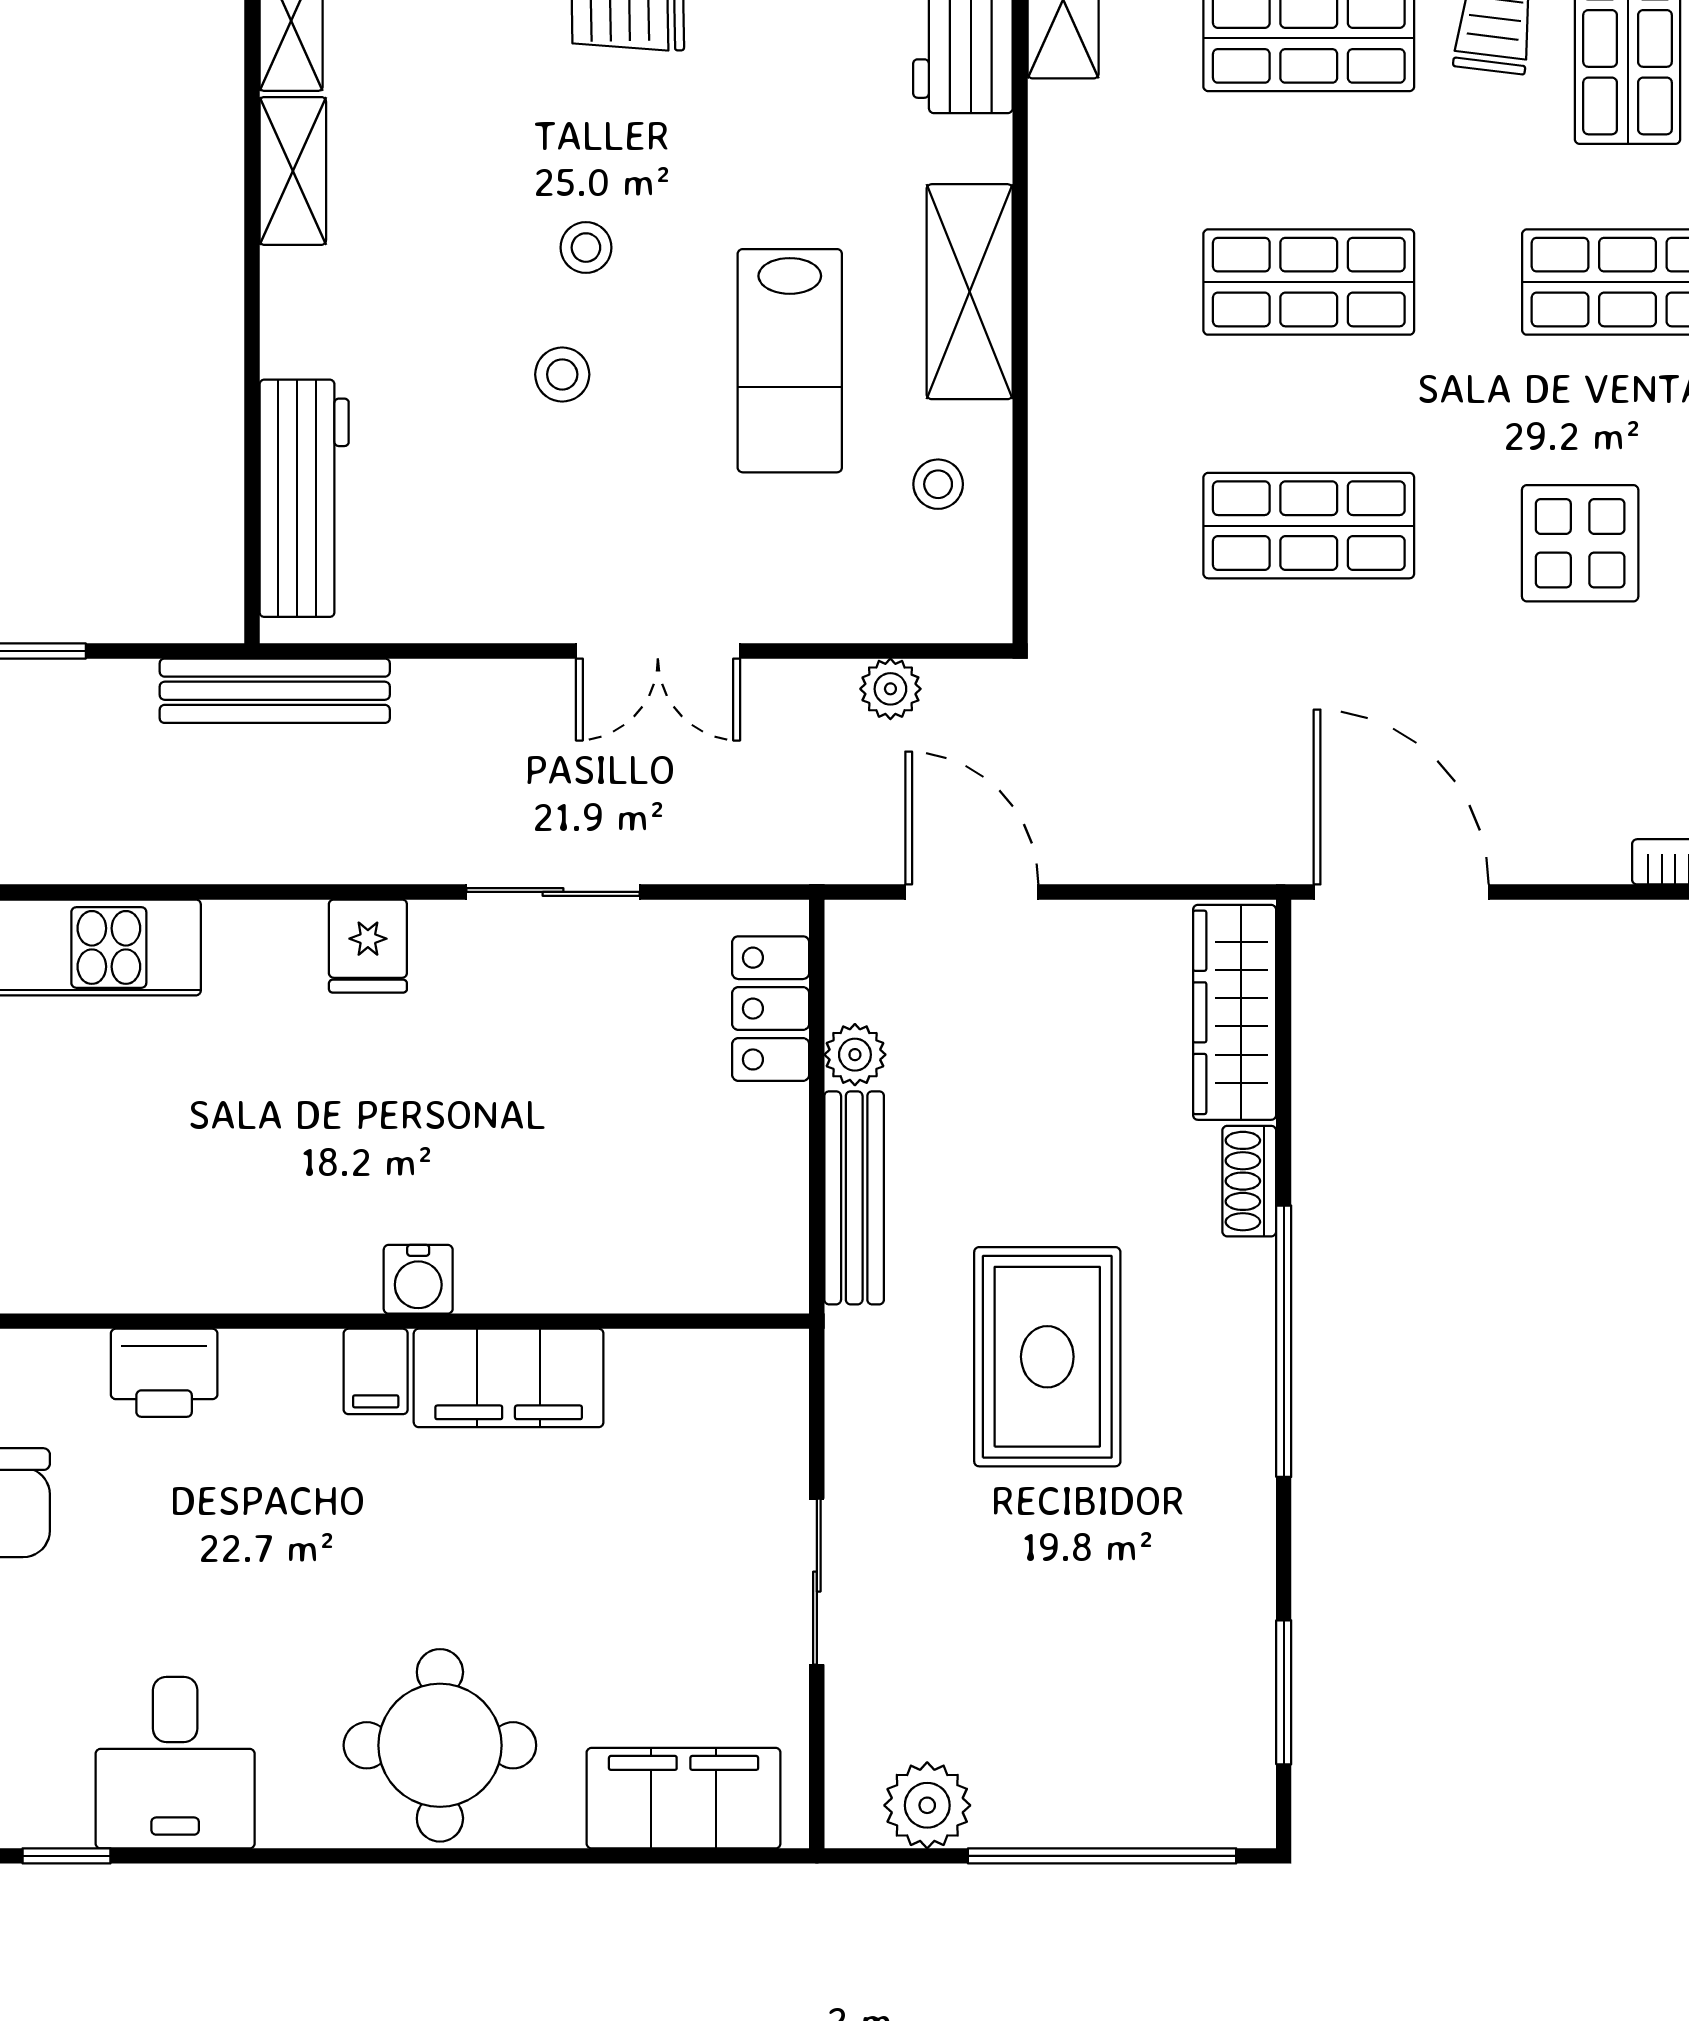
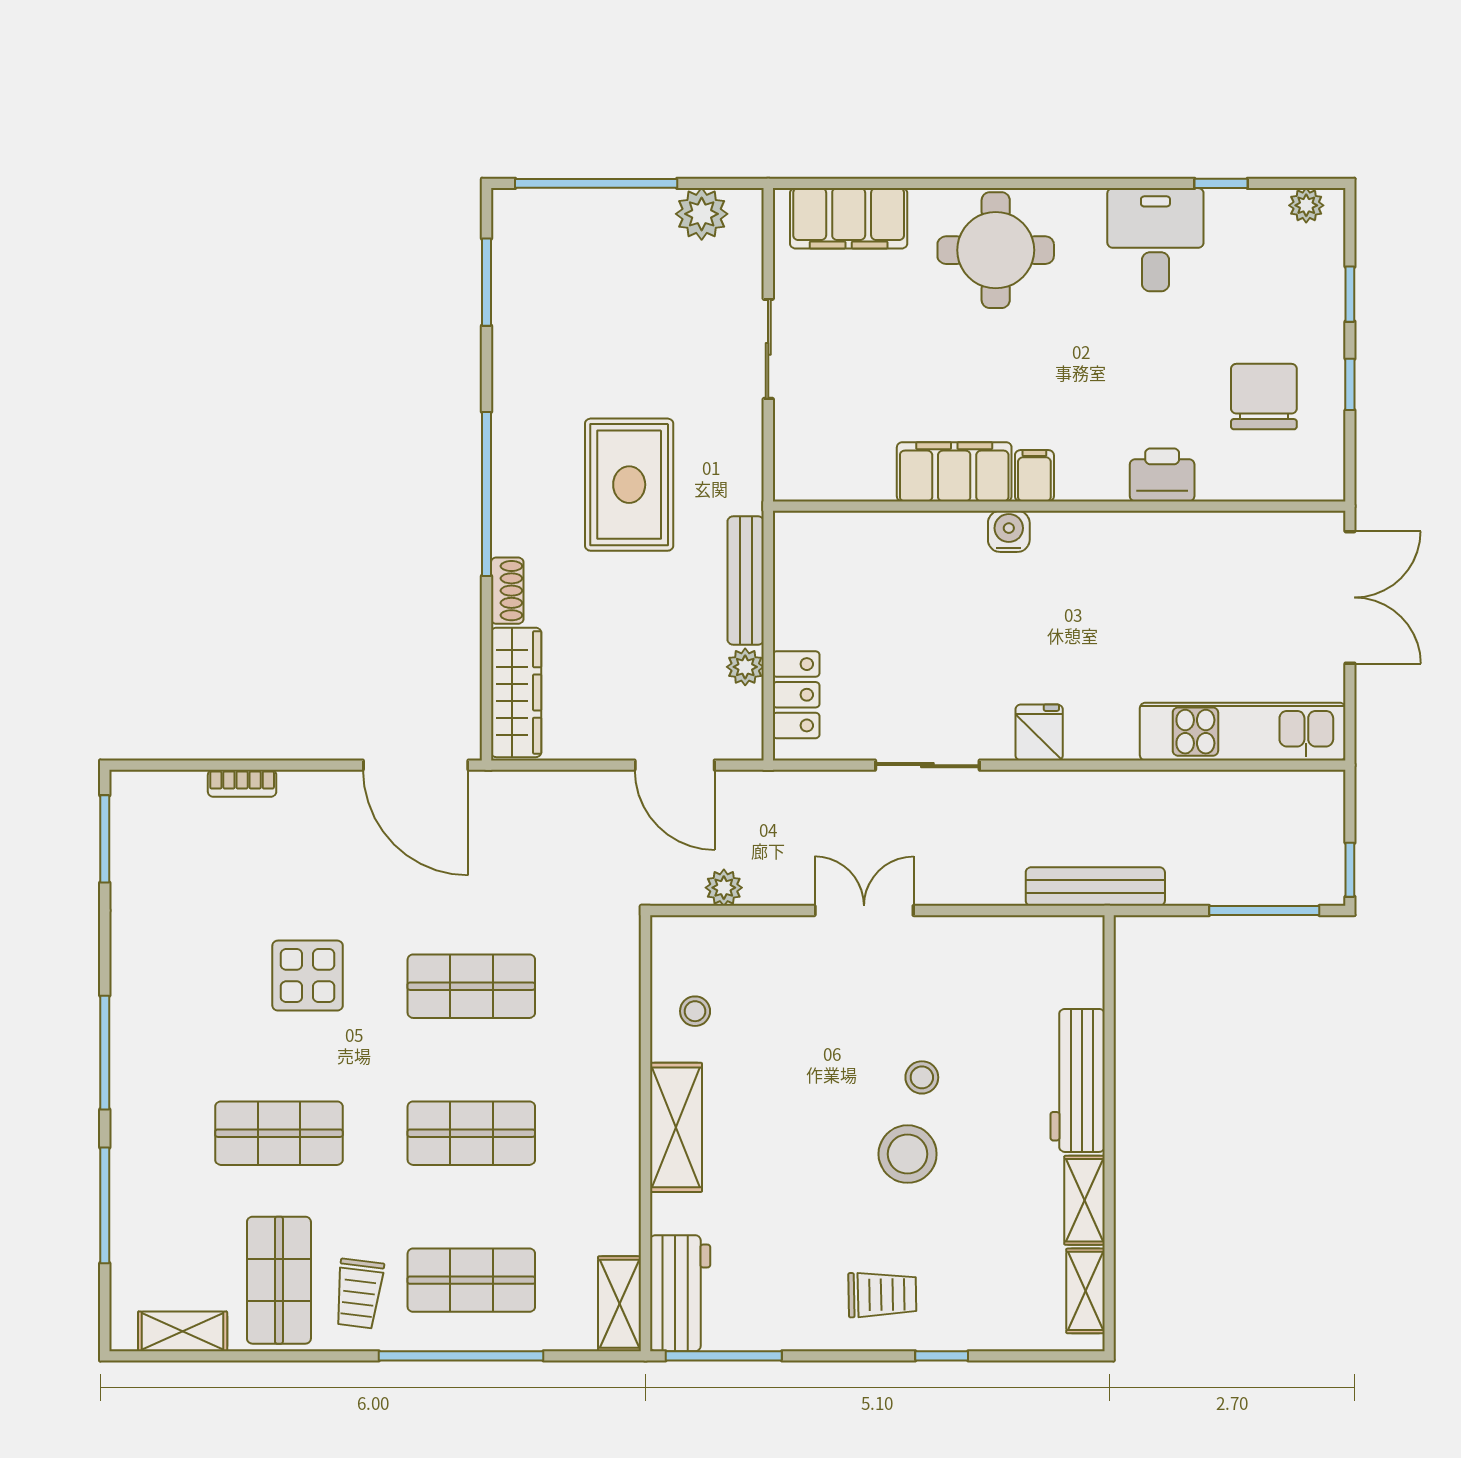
stool: (586, 248) -> (908, 1154), width x1.89, depth x1.89
lab bench: (790, 361) -> (785, 1086), removed
workbench: (304, 498) -> (1078, 1080), moved

